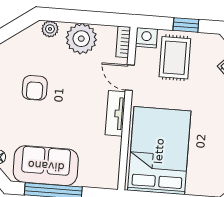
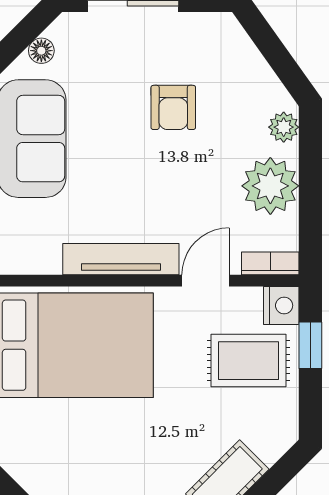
window: (186, 25) -> (310, 345), moved
armchair: (35, 88) -> (173, 107), turned -90
tv unit: (115, 113) -> (121, 259), width x1.41

